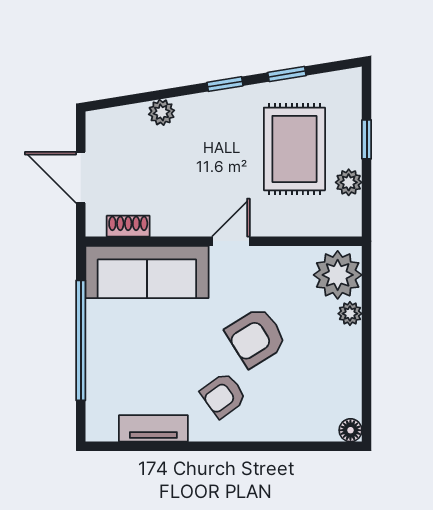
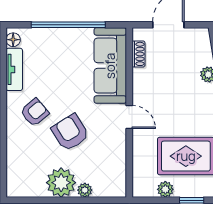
plant: (338, 275) -> (61, 183), moved
armchair: (223, 395) -> (35, 112), turned 86
floor lamp: (350, 430) -> (13, 40), moved

